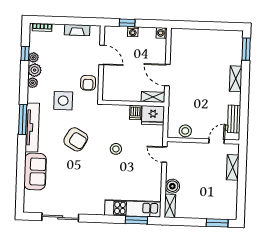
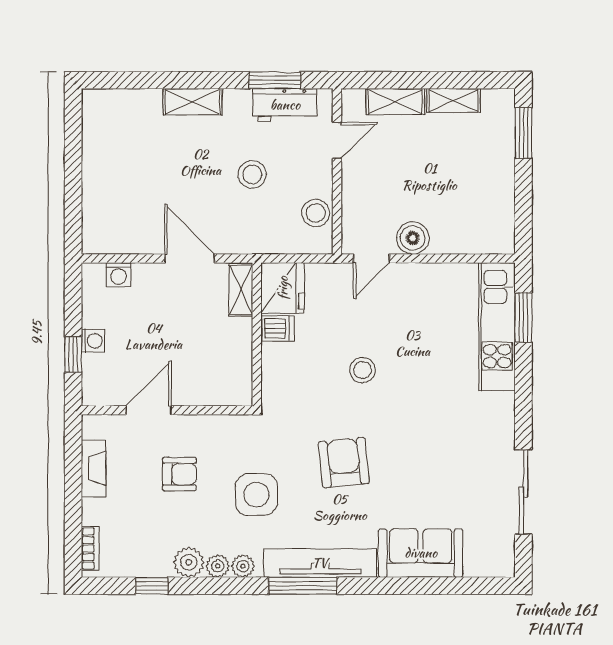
washing machine: (162, 33) -> (119, 275), moved
window: (246, 49) -> (275, 80), moved
plant: (33, 57) -> (243, 566), moved
door: (167, 75) -> (190, 258), swing flipped
armchair: (88, 83) -> (179, 474), moved
stool: (203, 104) -> (252, 174), added
armchair: (76, 139) -> (344, 463), turned -36
door: (217, 141) -> (337, 140), swing flipped
boiler: (172, 186) -> (413, 238), moved
shelving: (170, 206) -> (453, 101), moved

